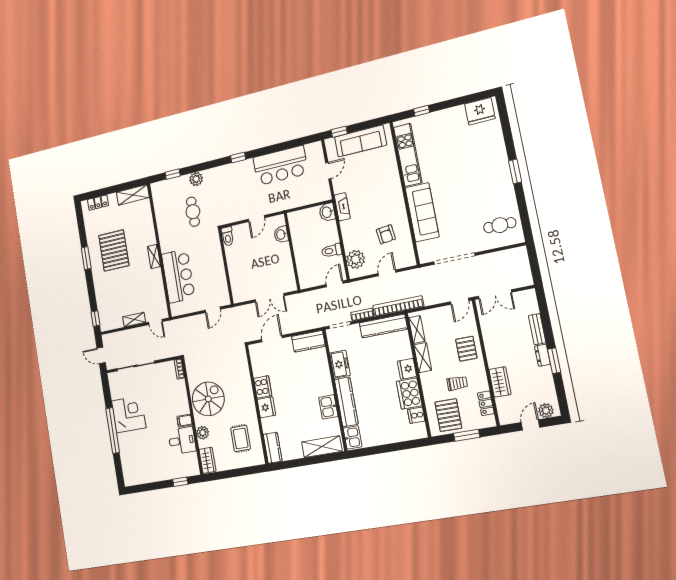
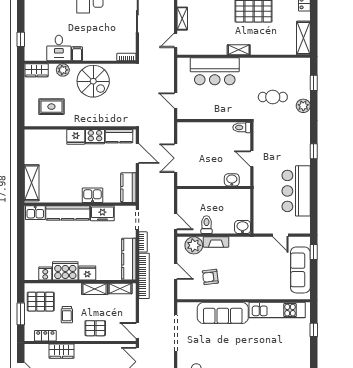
fireplace: (342, 207) -> (216, 242), moved
kitchen sink: (328, 407) -> (93, 195), moved
kitchen counter: (273, 448) -> (119, 136), moved

